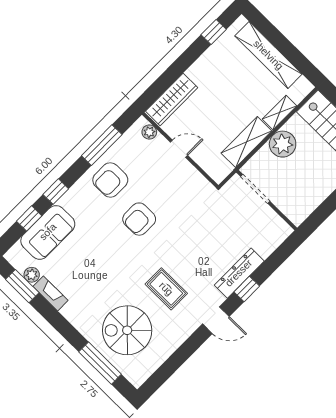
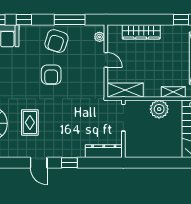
wardrobe: (172, 99) -> (141, 32), moved
shelving: (246, 142) -> (125, 90), moved
armchair: (110, 180) -> (56, 41), turned -72
armchair: (139, 219) -> (51, 75), turned -90
dresser: (239, 273) -> (104, 151), moved

